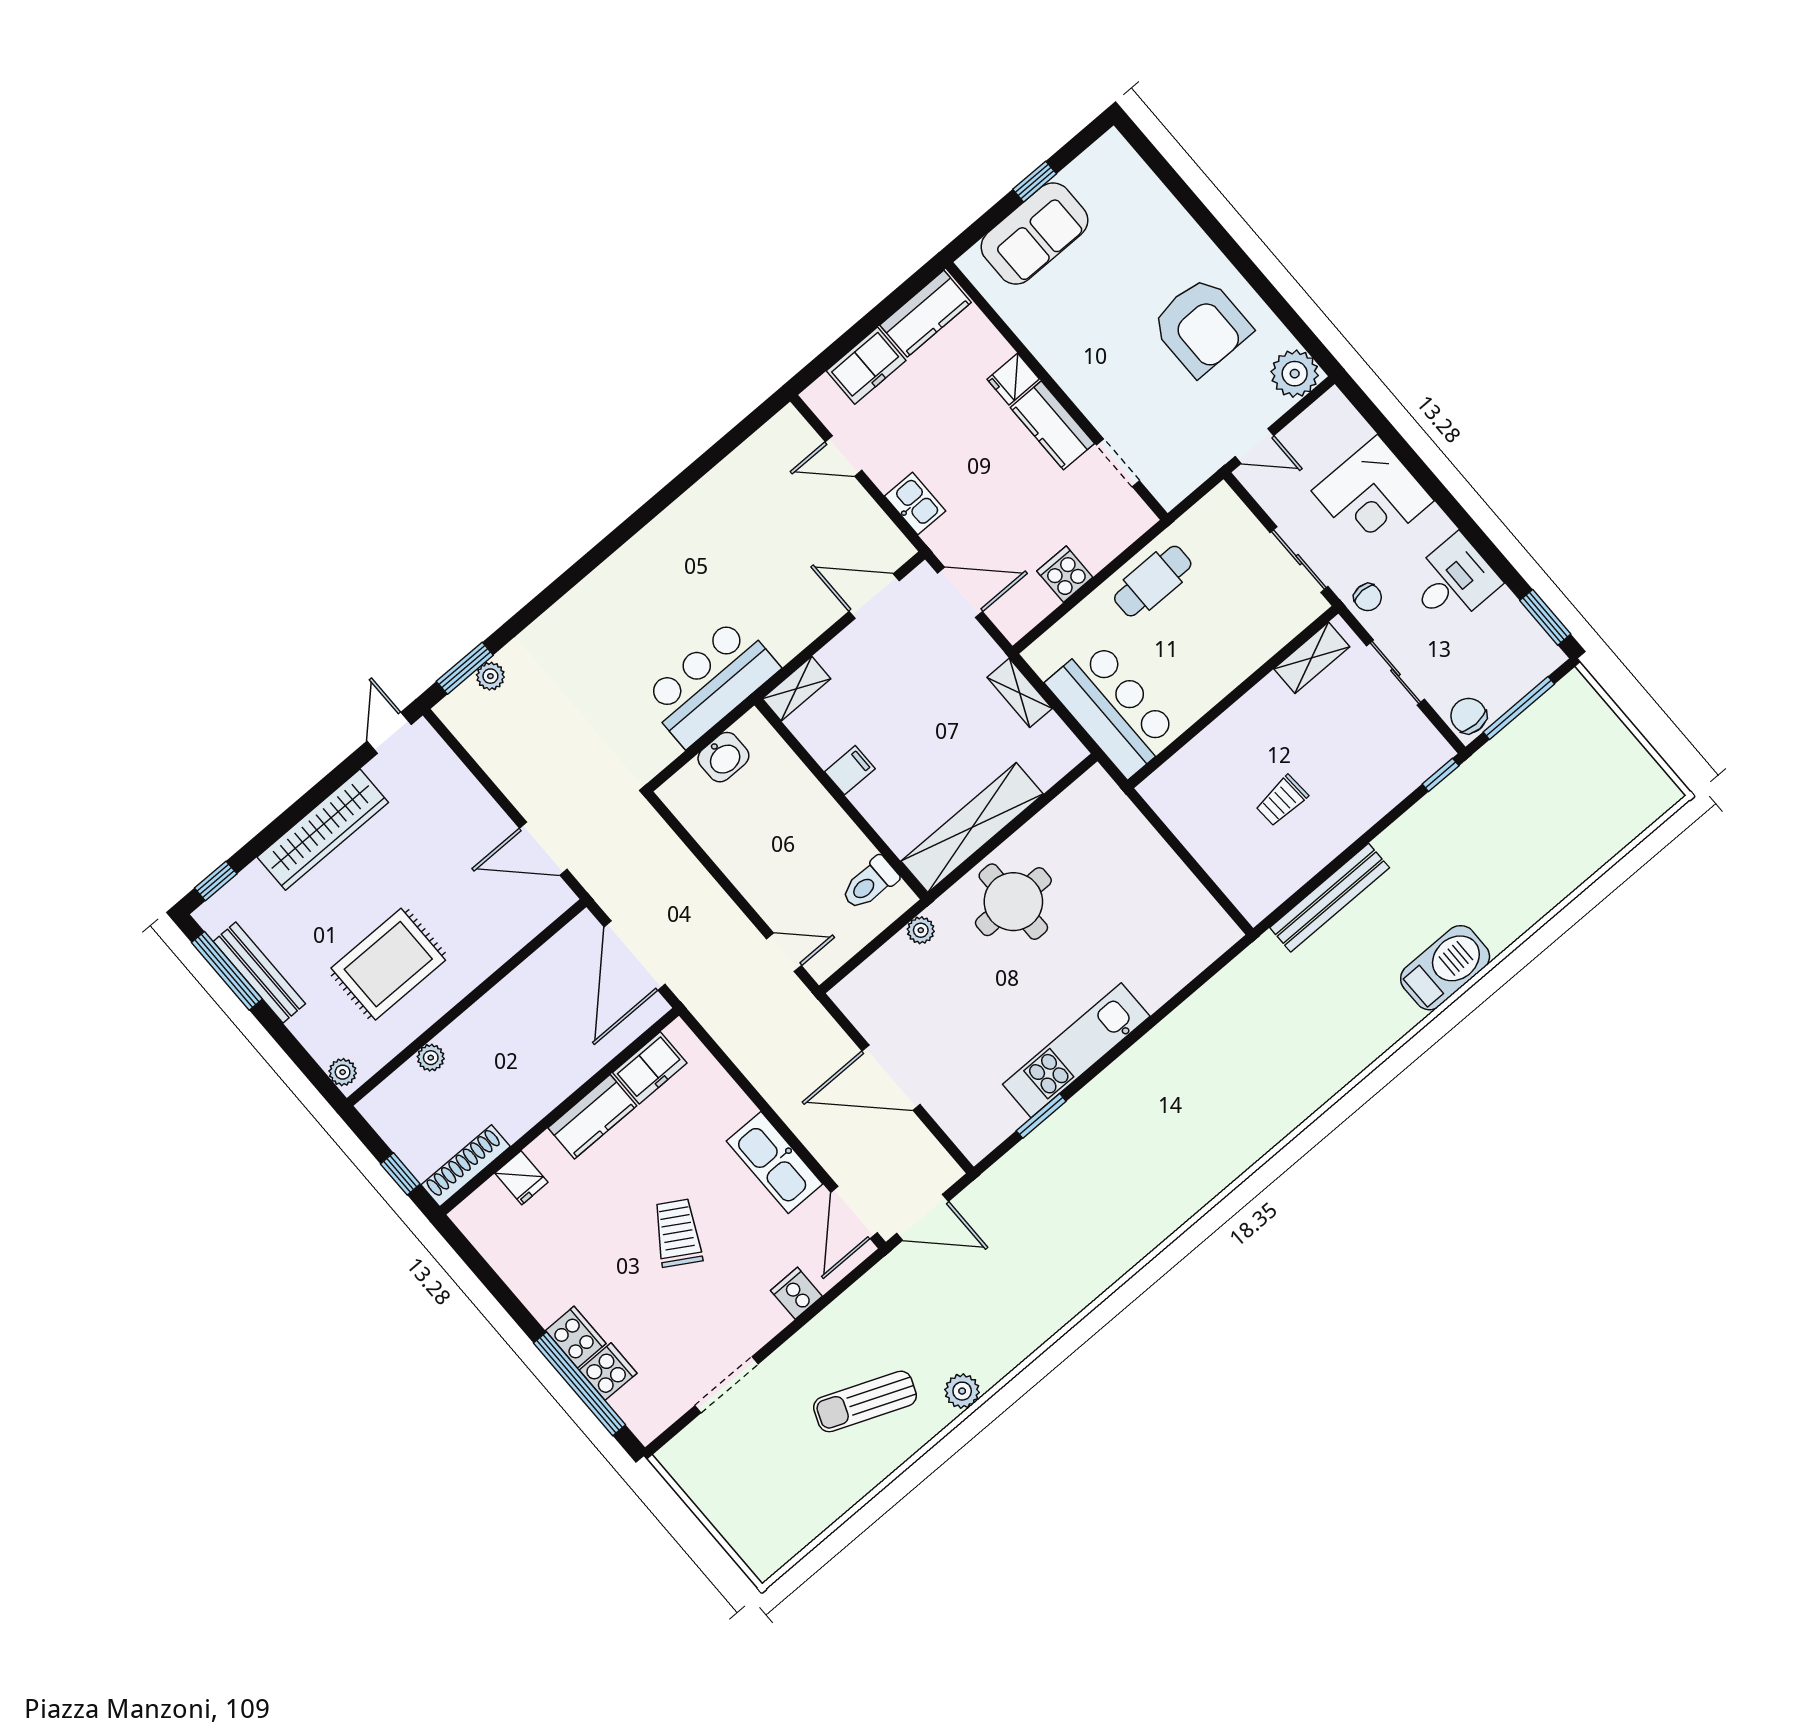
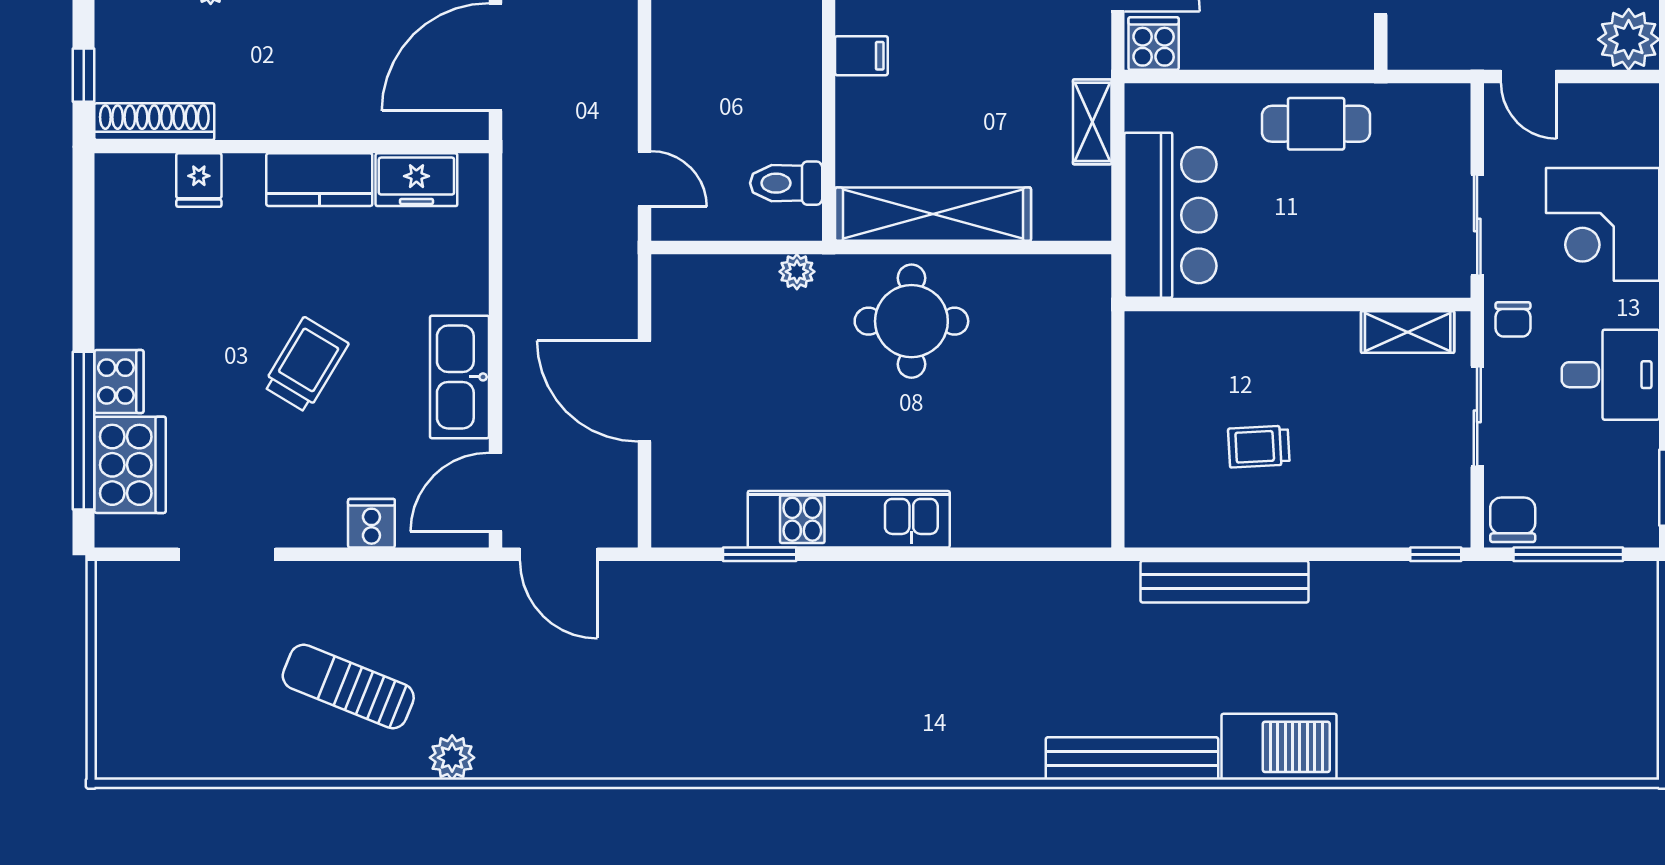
cooker: (1065, 574) -> (1154, 44), moved
bench: (1364, 1049) -> (1132, 759), added
cooker: (608, 1372) -> (130, 465), width x1.87, depth x1.31

